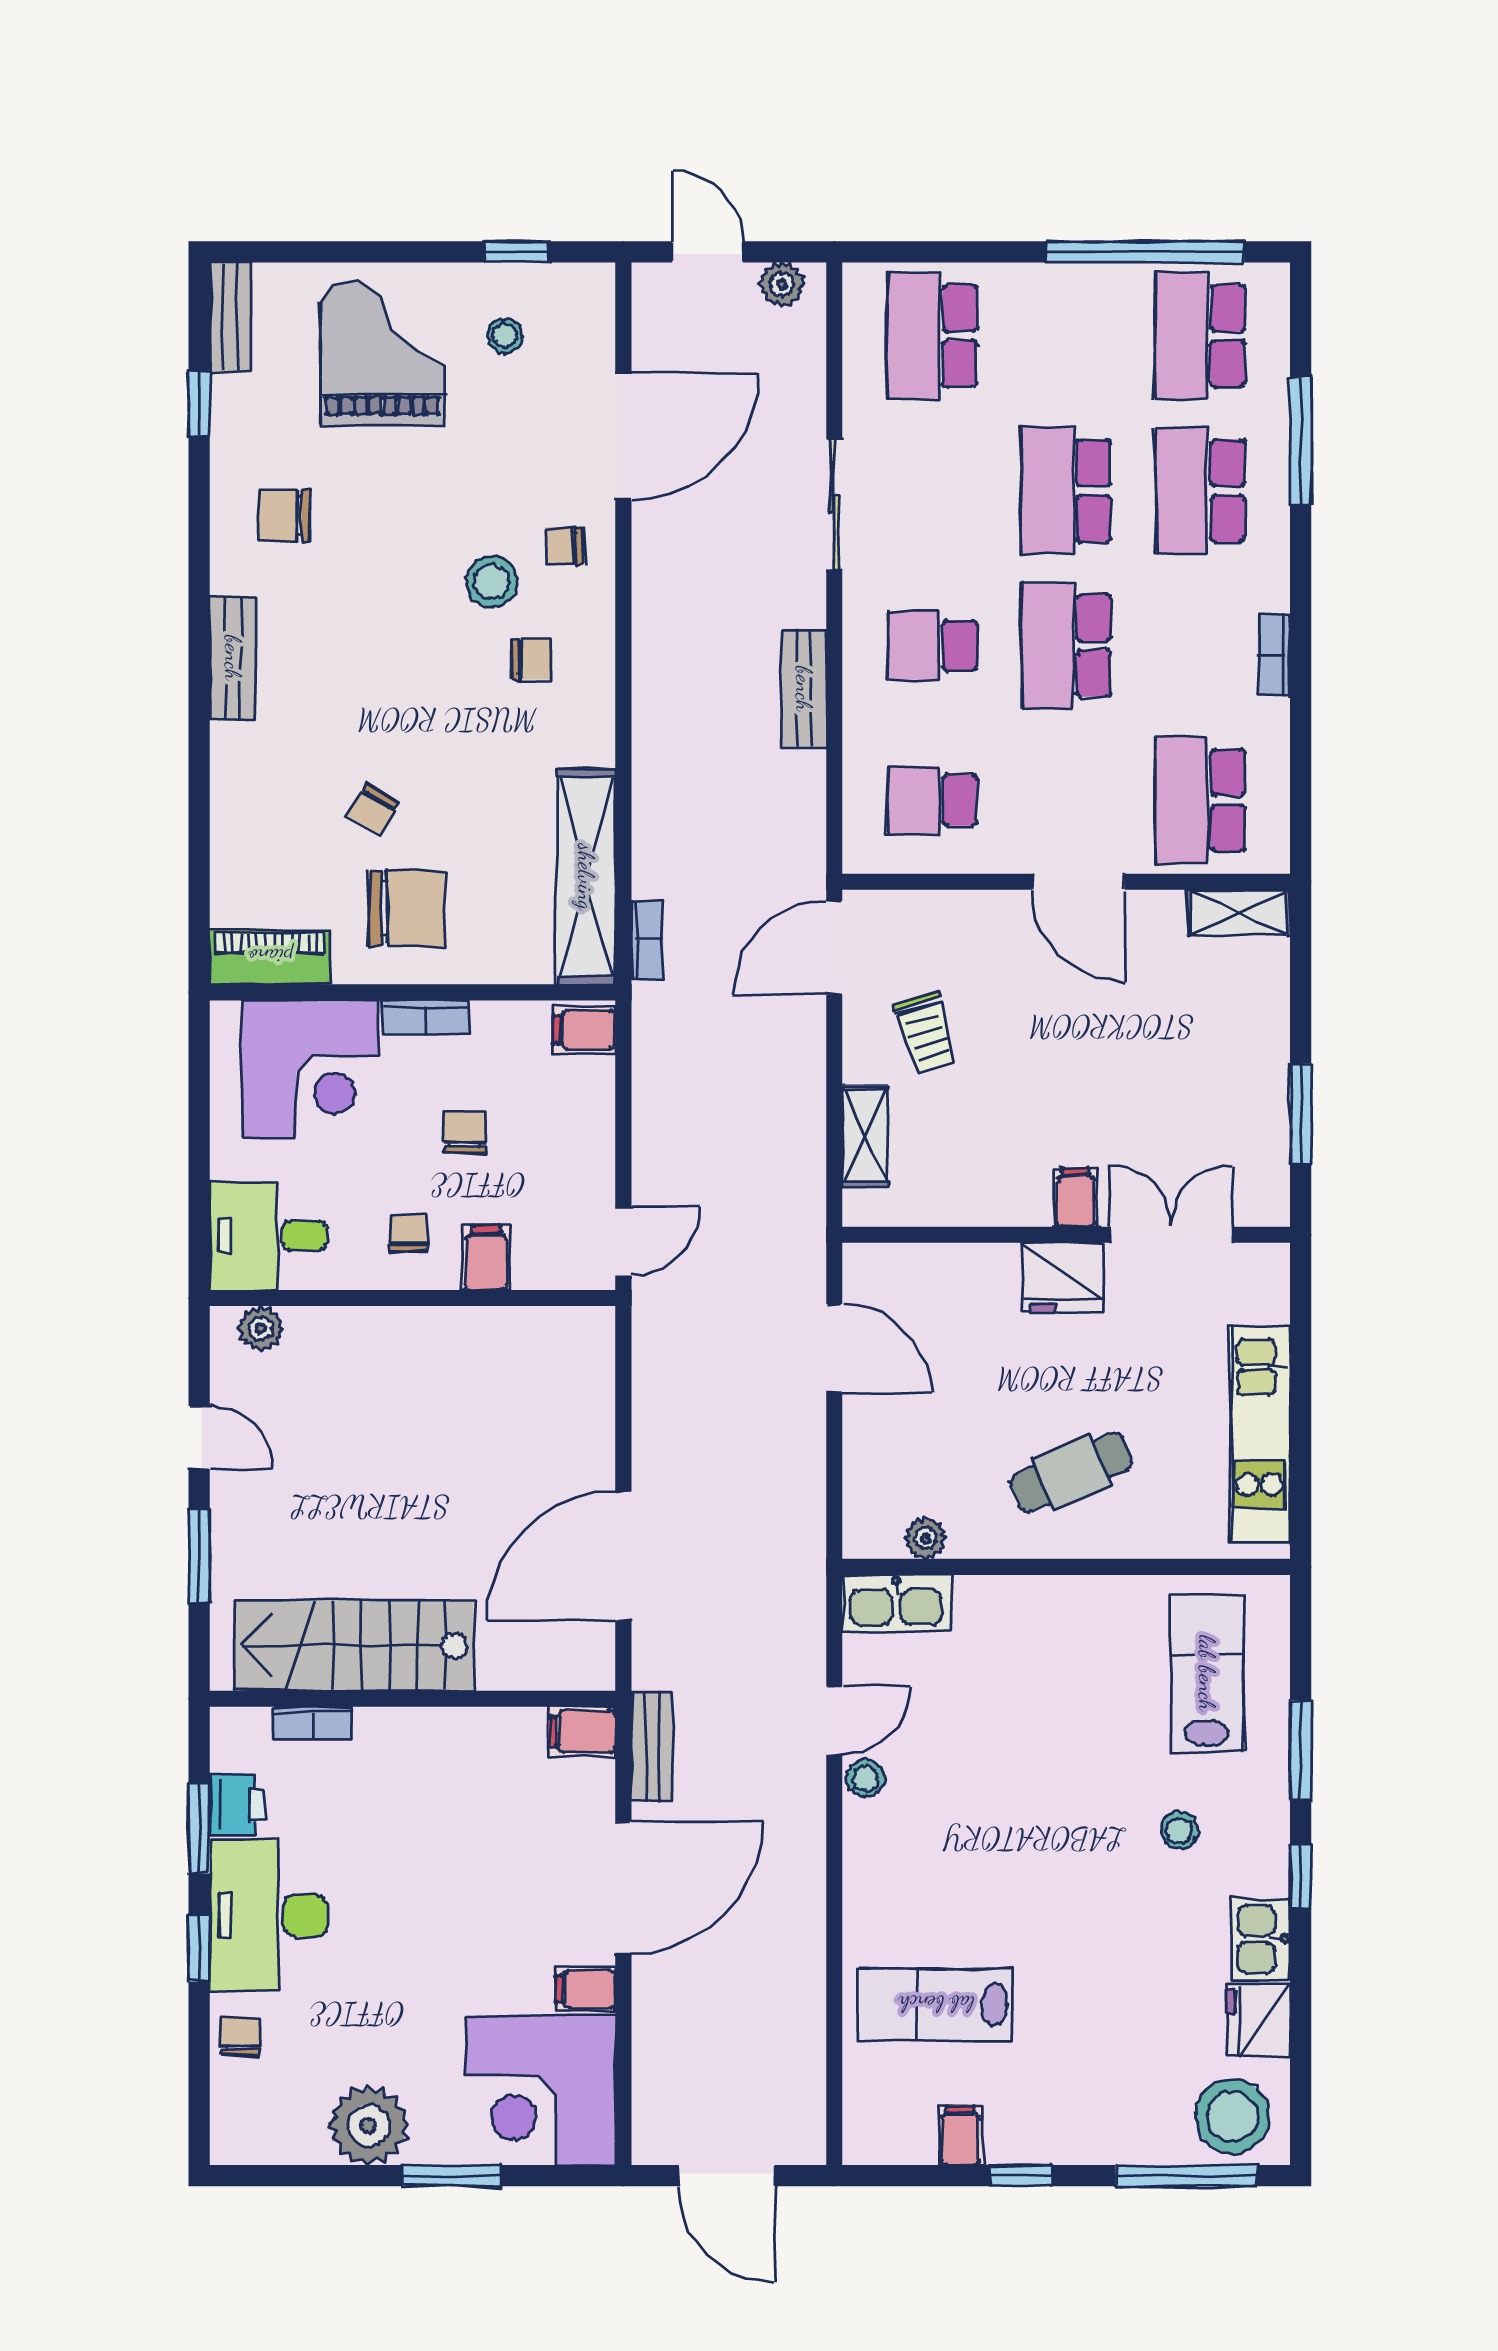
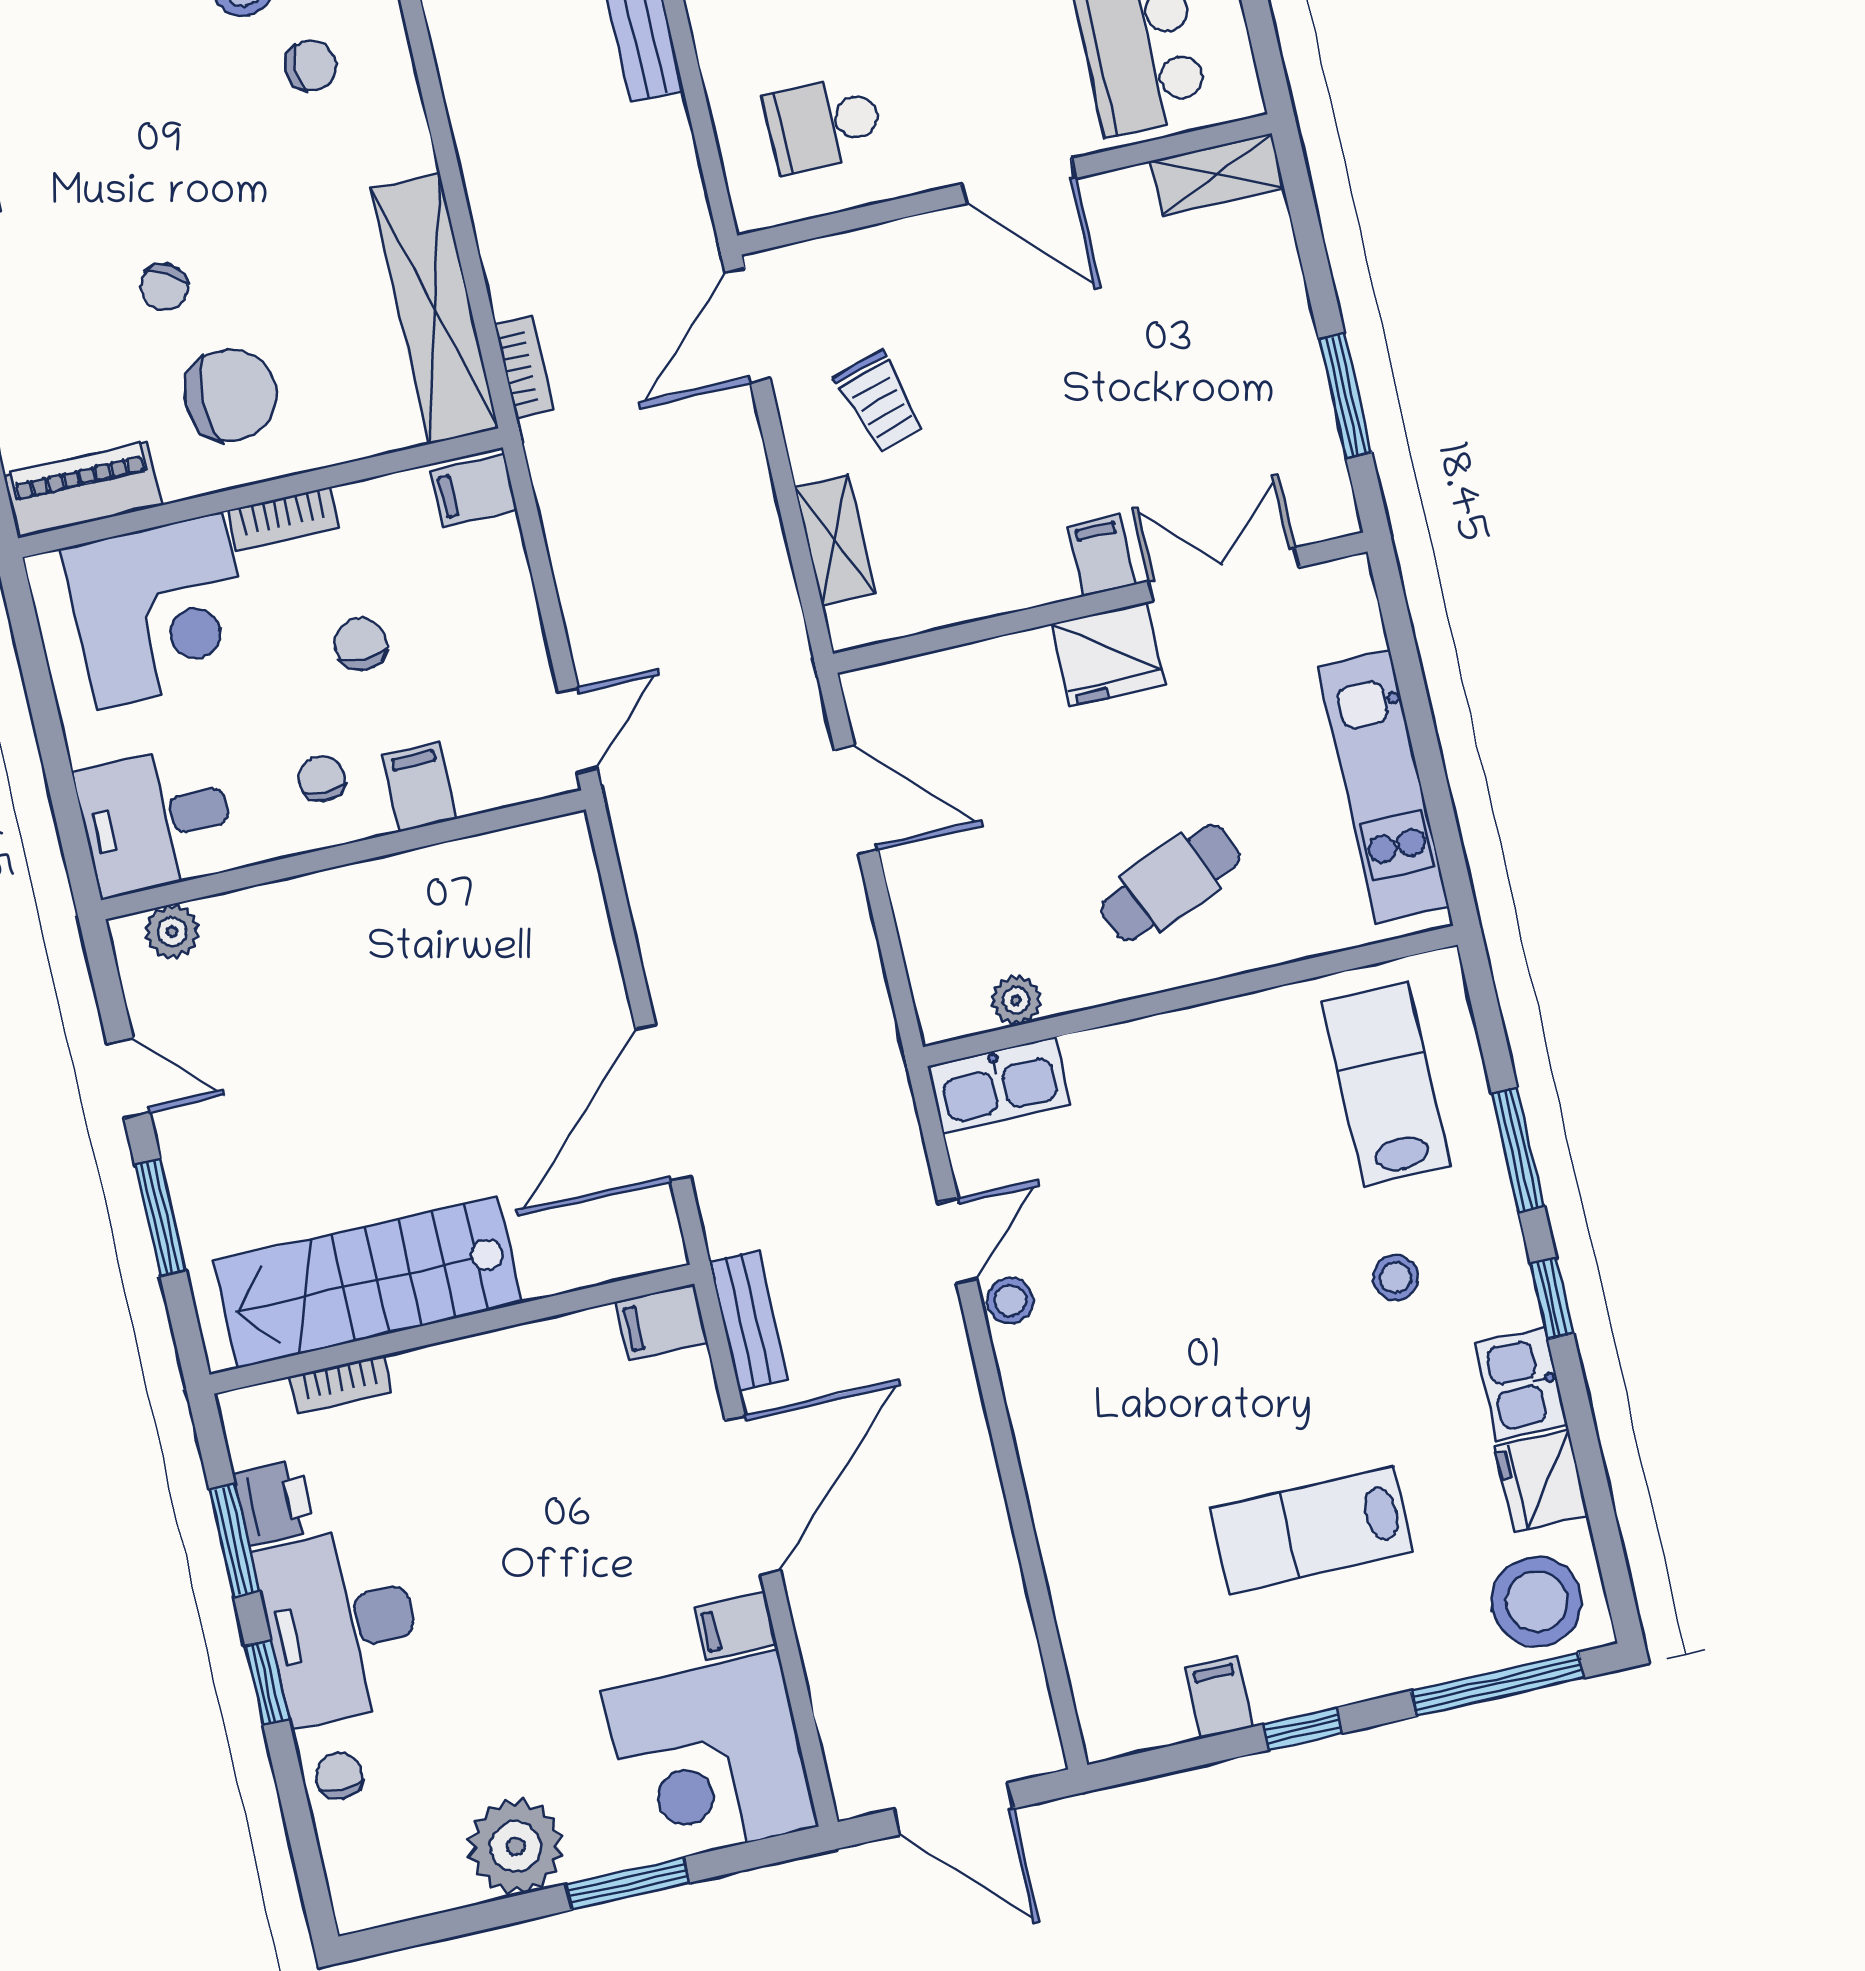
lab bench: (936, 2004) -> (1312, 1530), moved

